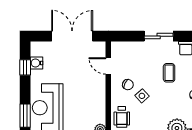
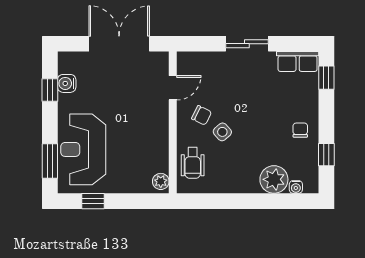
door: (108, 66) -> (173, 88), swing flipped
coffee table: (169, 73) -> (262, 98), removed

